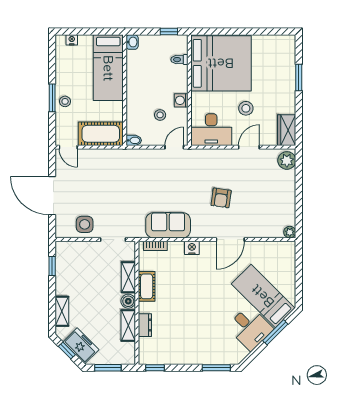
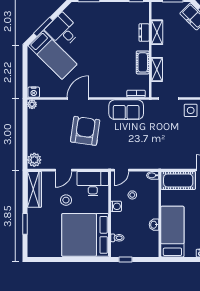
washbasin: (132, 42) -> (154, 225), moved
wardrobe: (287, 130) -> (34, 189), width x1.50
armchair: (221, 198) -> (85, 131), width x1.88, depth x1.88
nightstand: (192, 248) -> (34, 92), moved
boiler: (128, 301) -> (157, 51), removed

